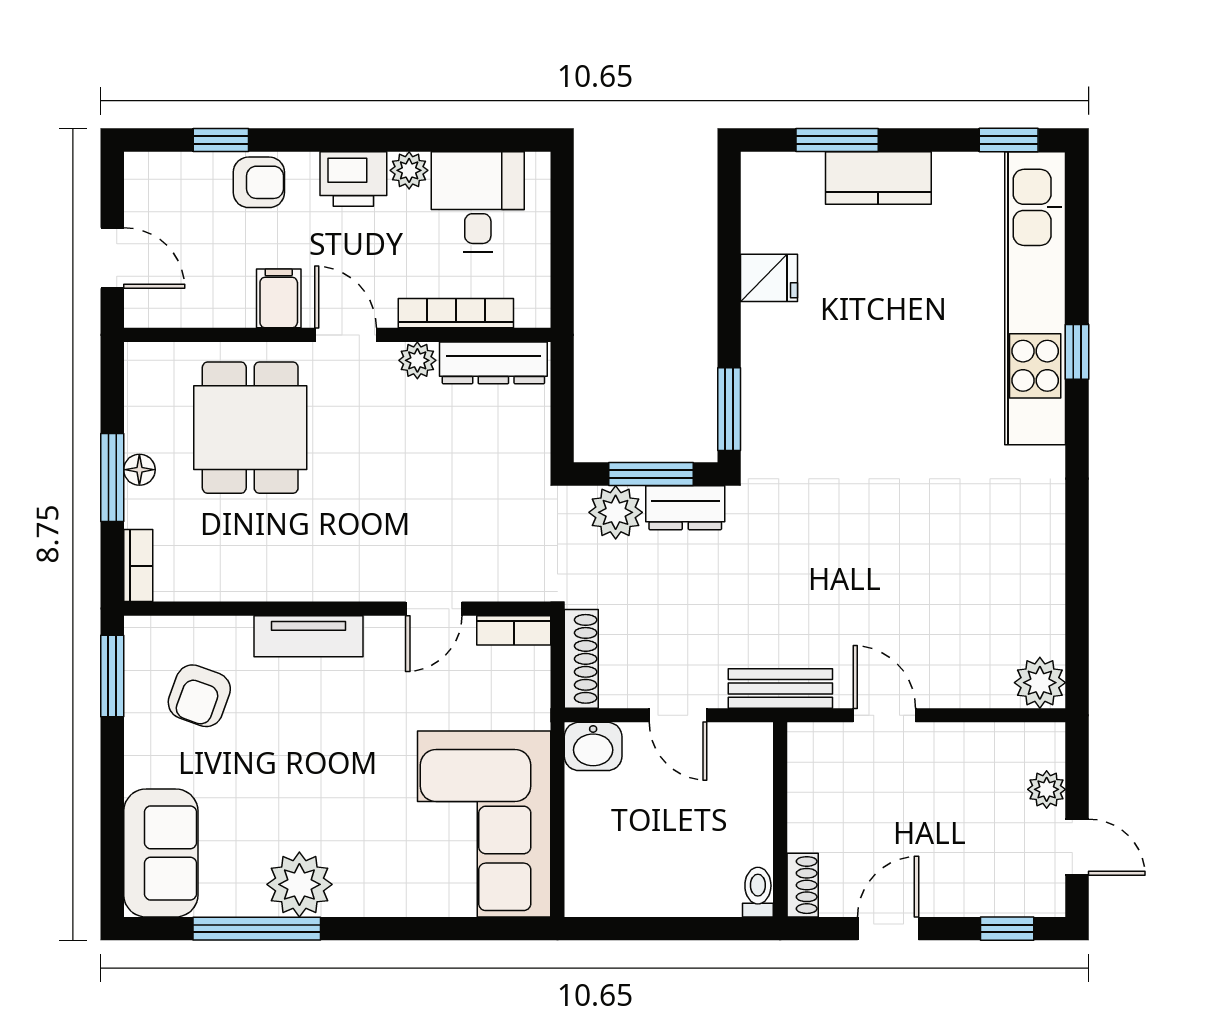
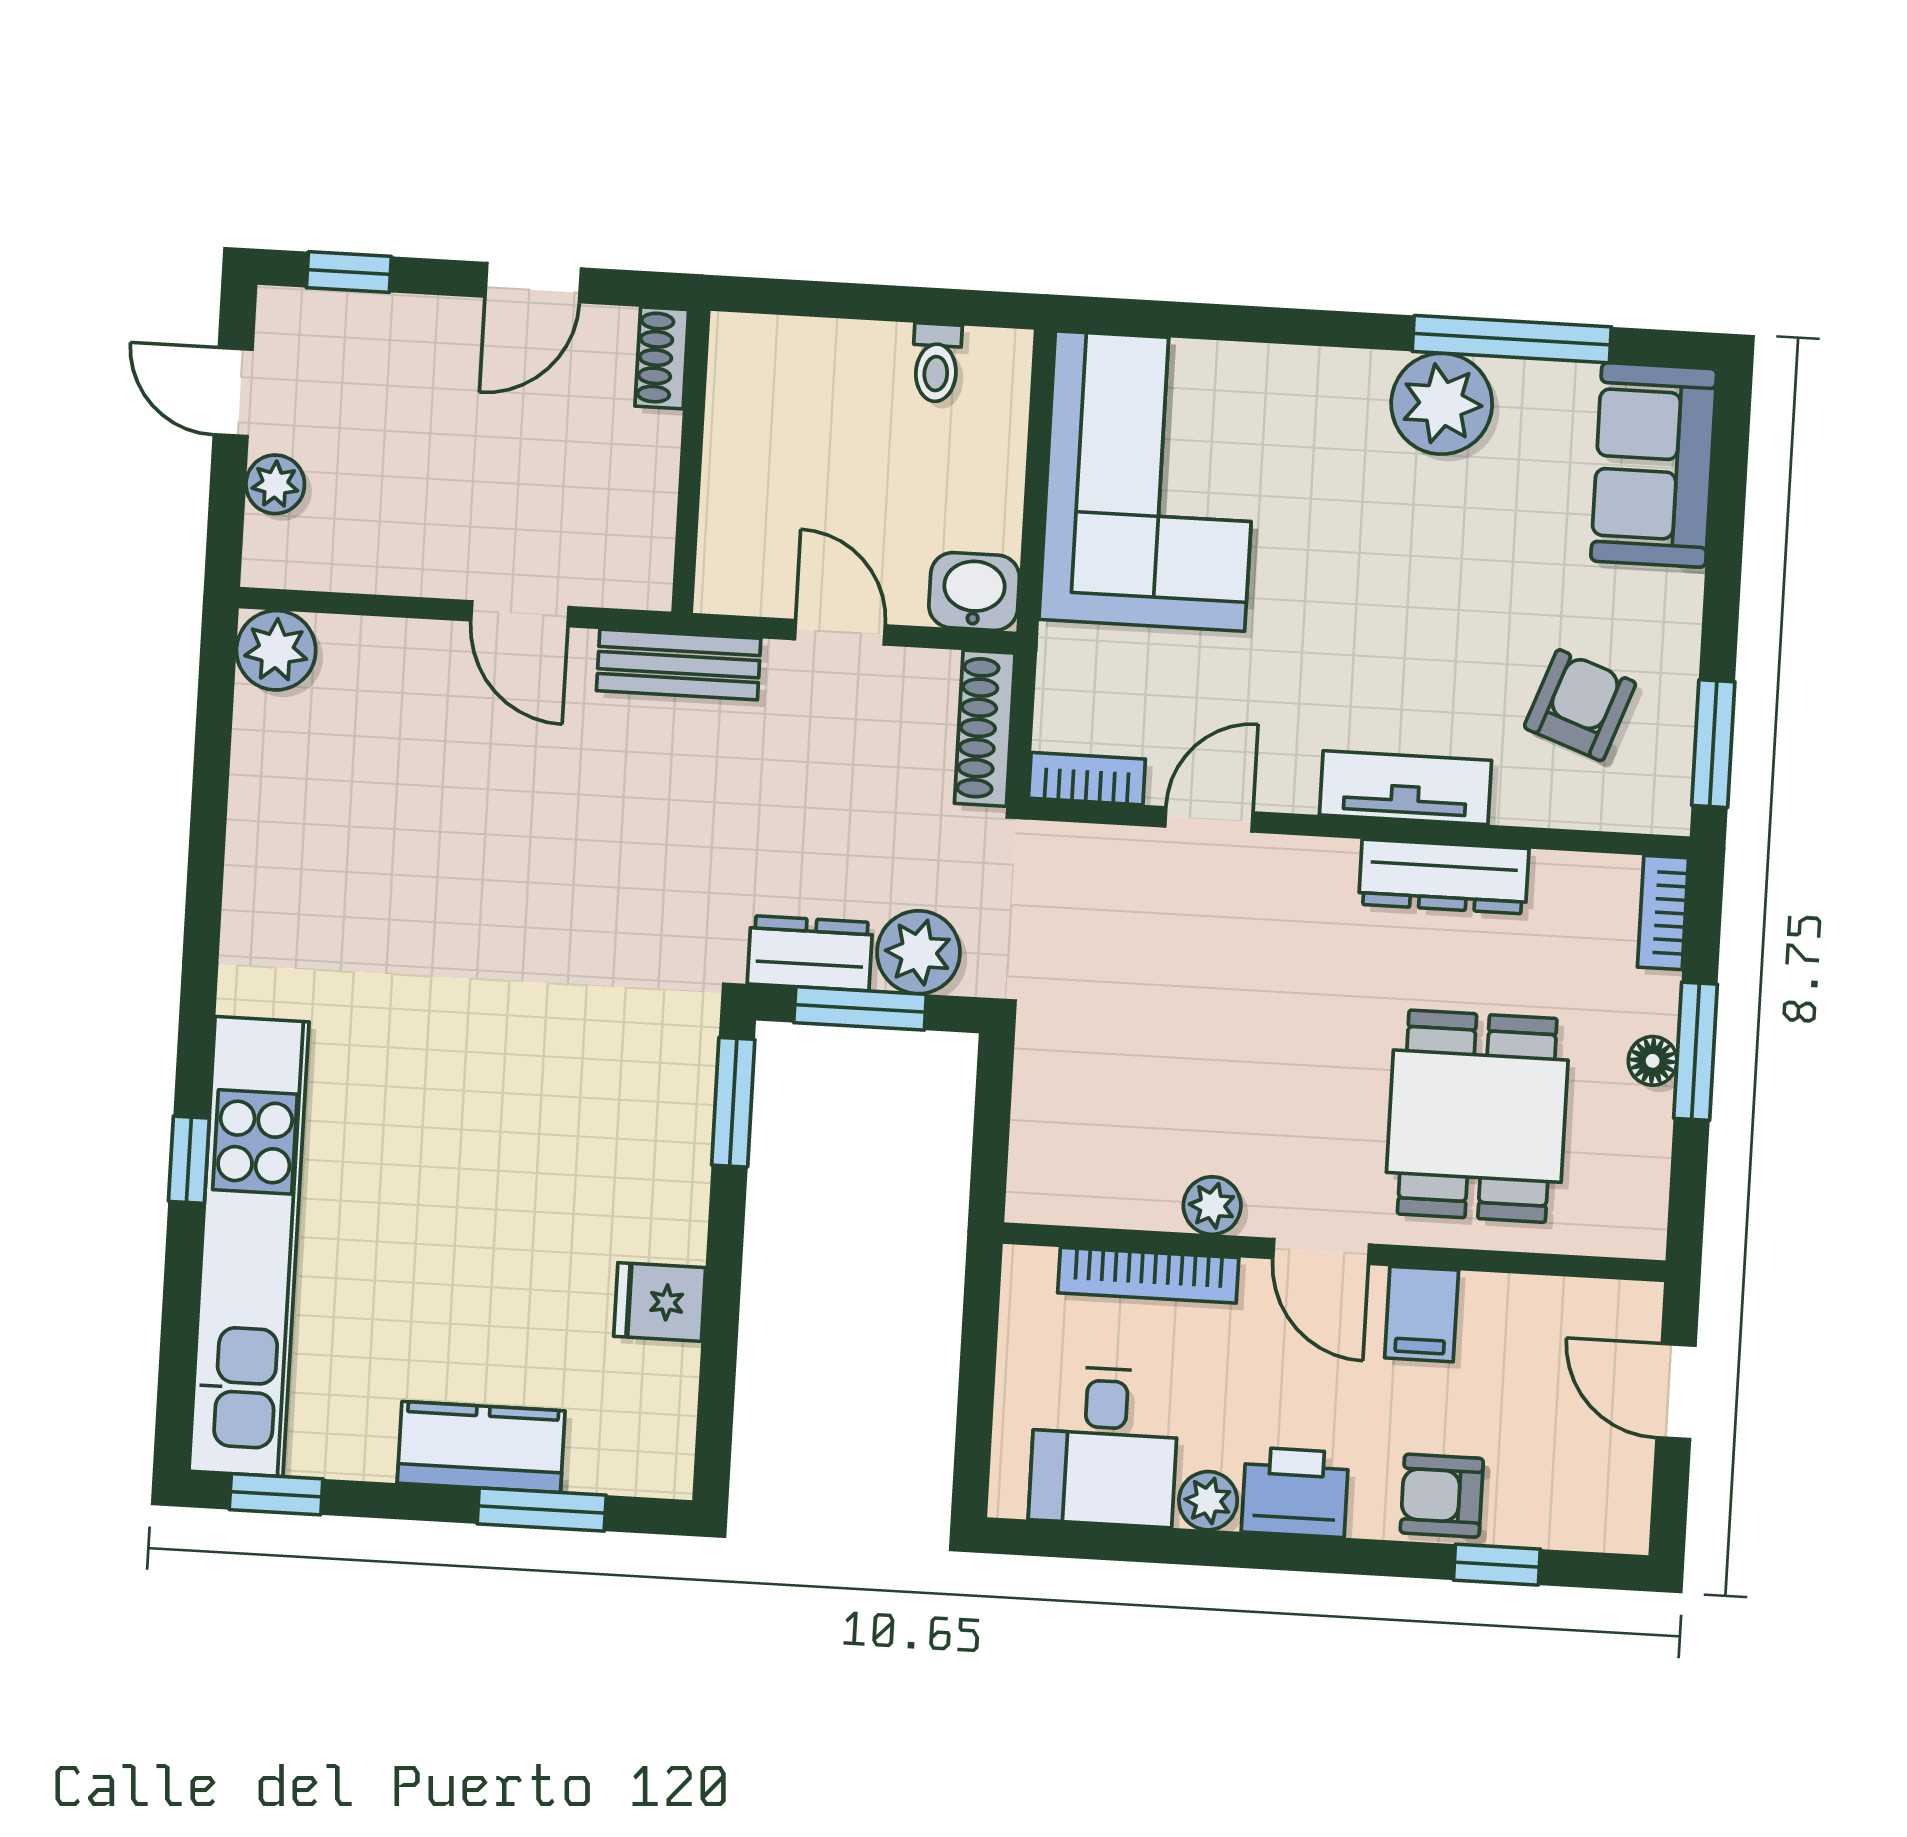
dresser: (493, 363) -> (1444, 877), moved, turned 180
toilet: (758, 892) -> (936, 363), moved

